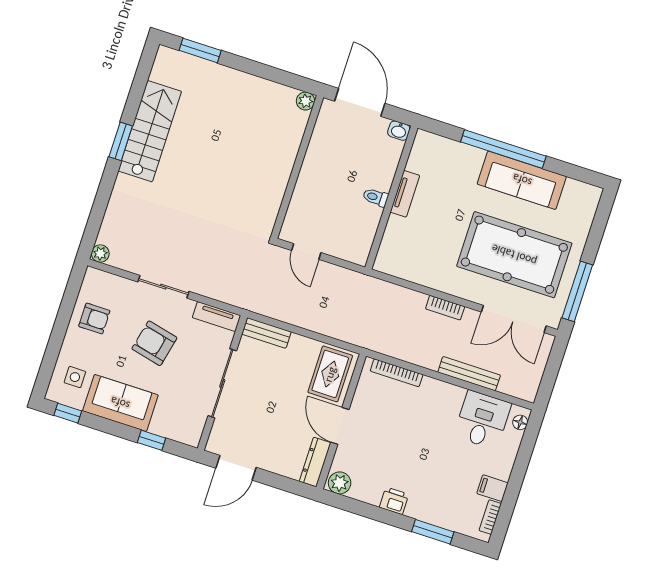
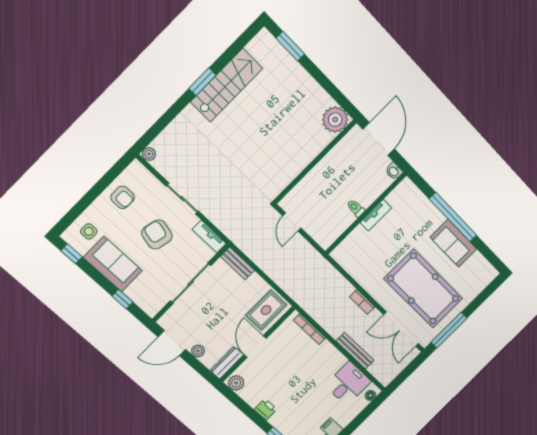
plant: (306, 101) -> (335, 120), width x1.88, depth x1.88
sofa: (522, 180) -> (453, 243), width x0.73
plant: (272, 463) -> (198, 351), added

